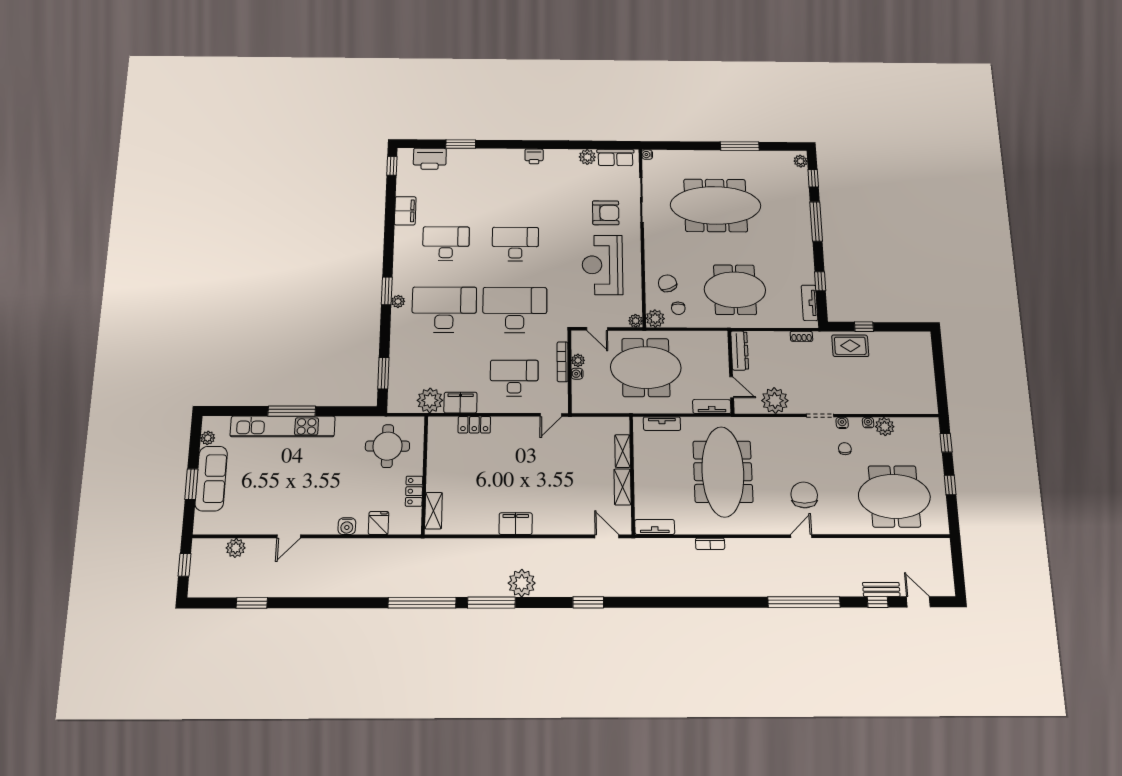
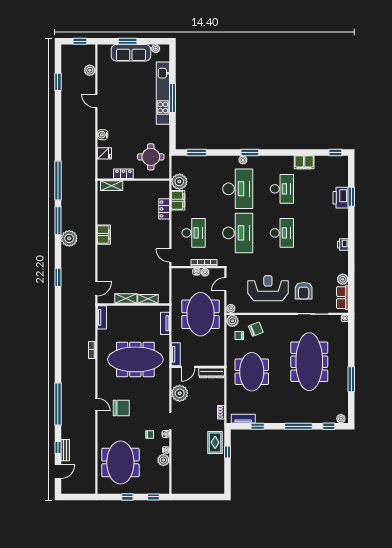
printer: (430, 159) -> (341, 198), moved

